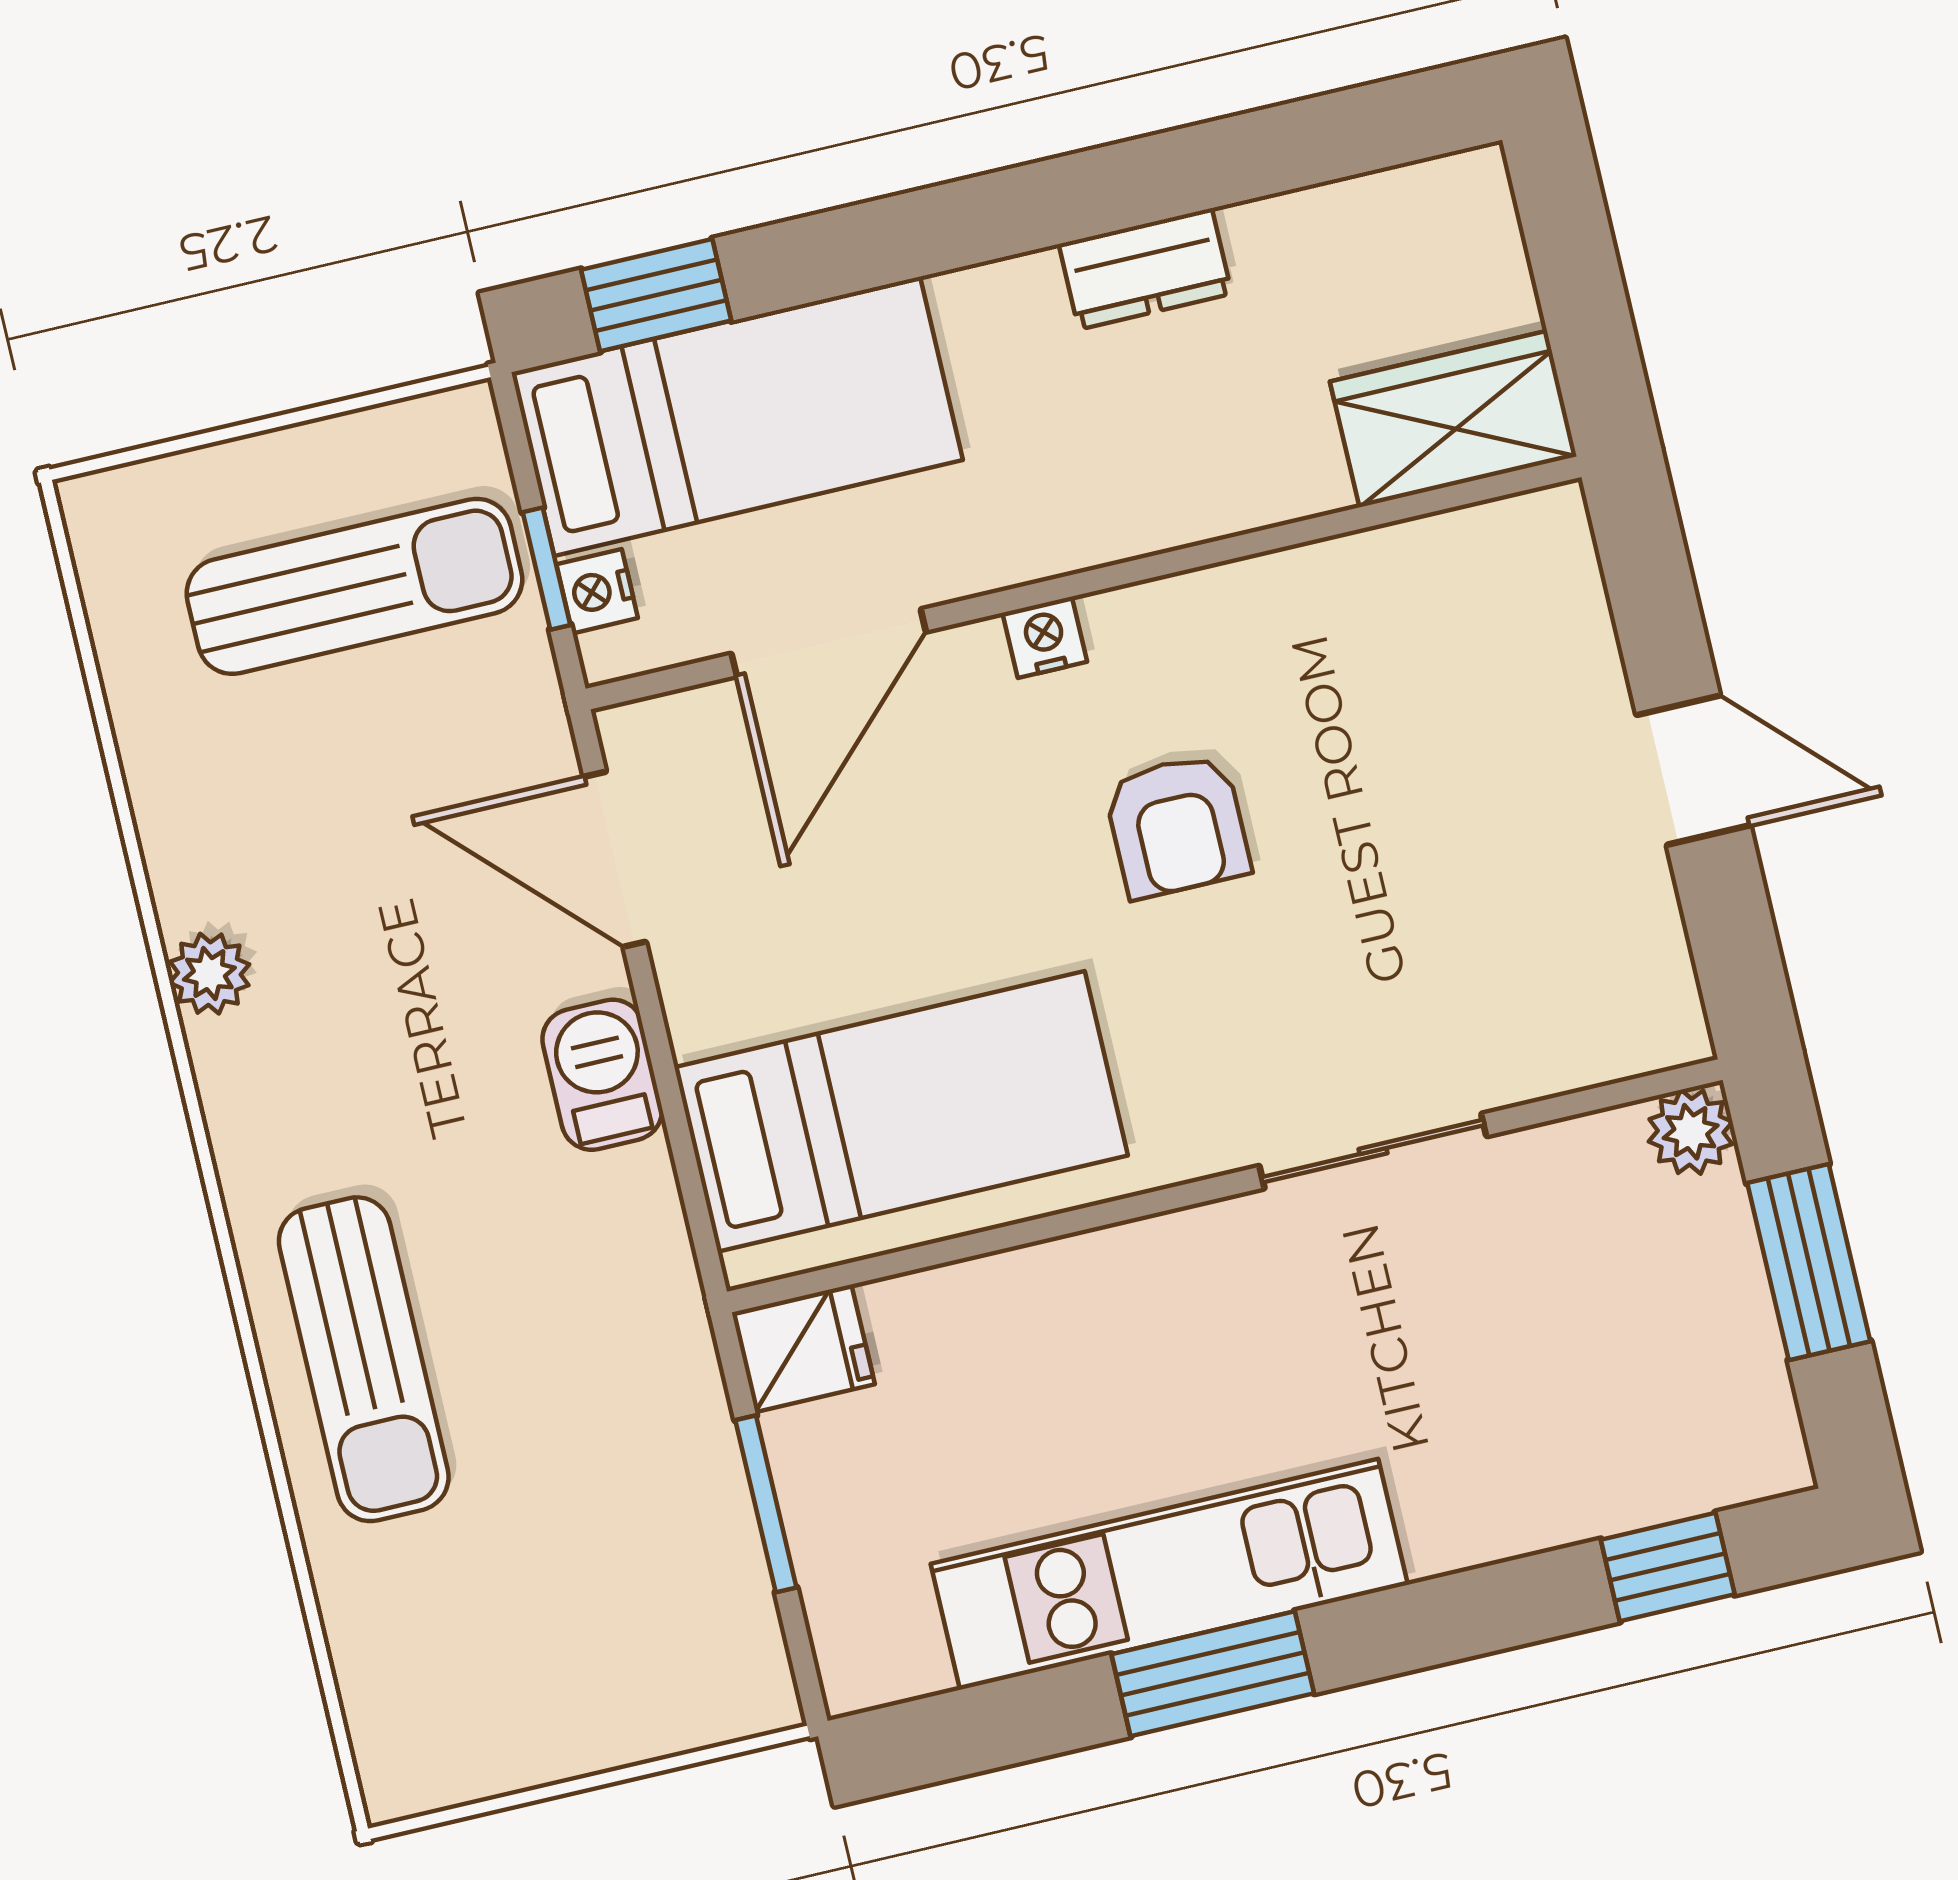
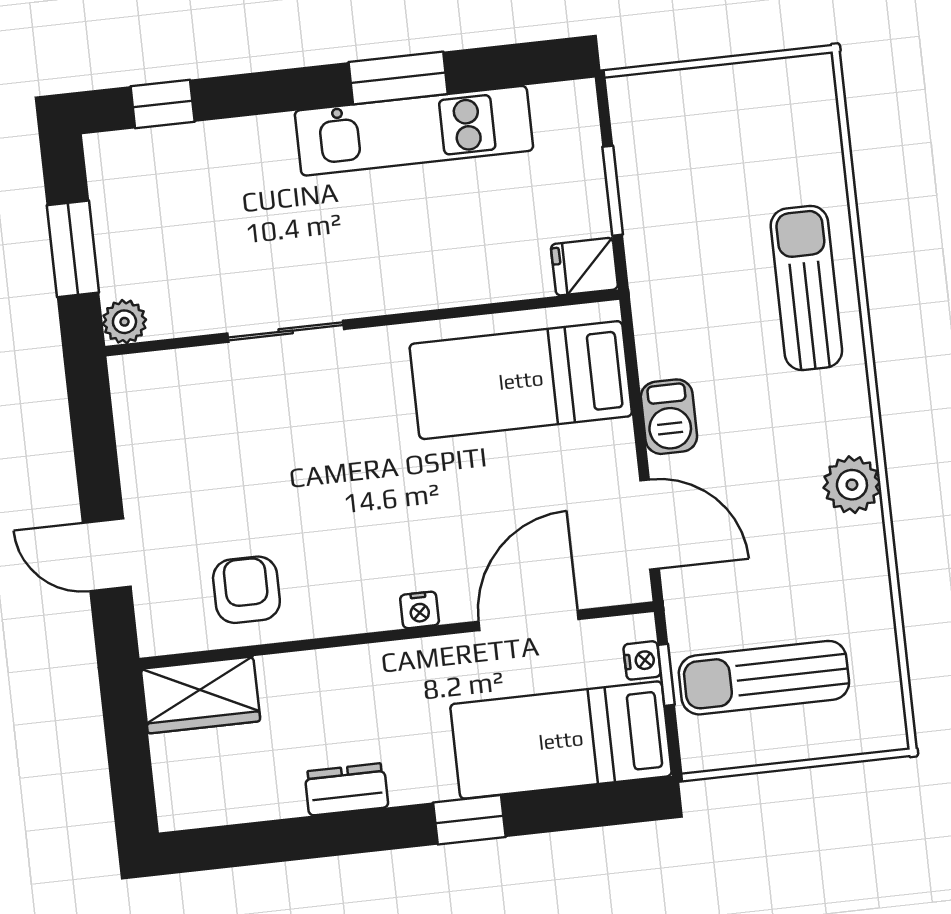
window: (656, 295) -> (469, 820), moved
door: (1693, 770) -> (107, 555), moved
armchair: (1177, 826) -> (246, 590), moved
plant: (209, 974) -> (852, 485), width x1.38, depth x1.38

